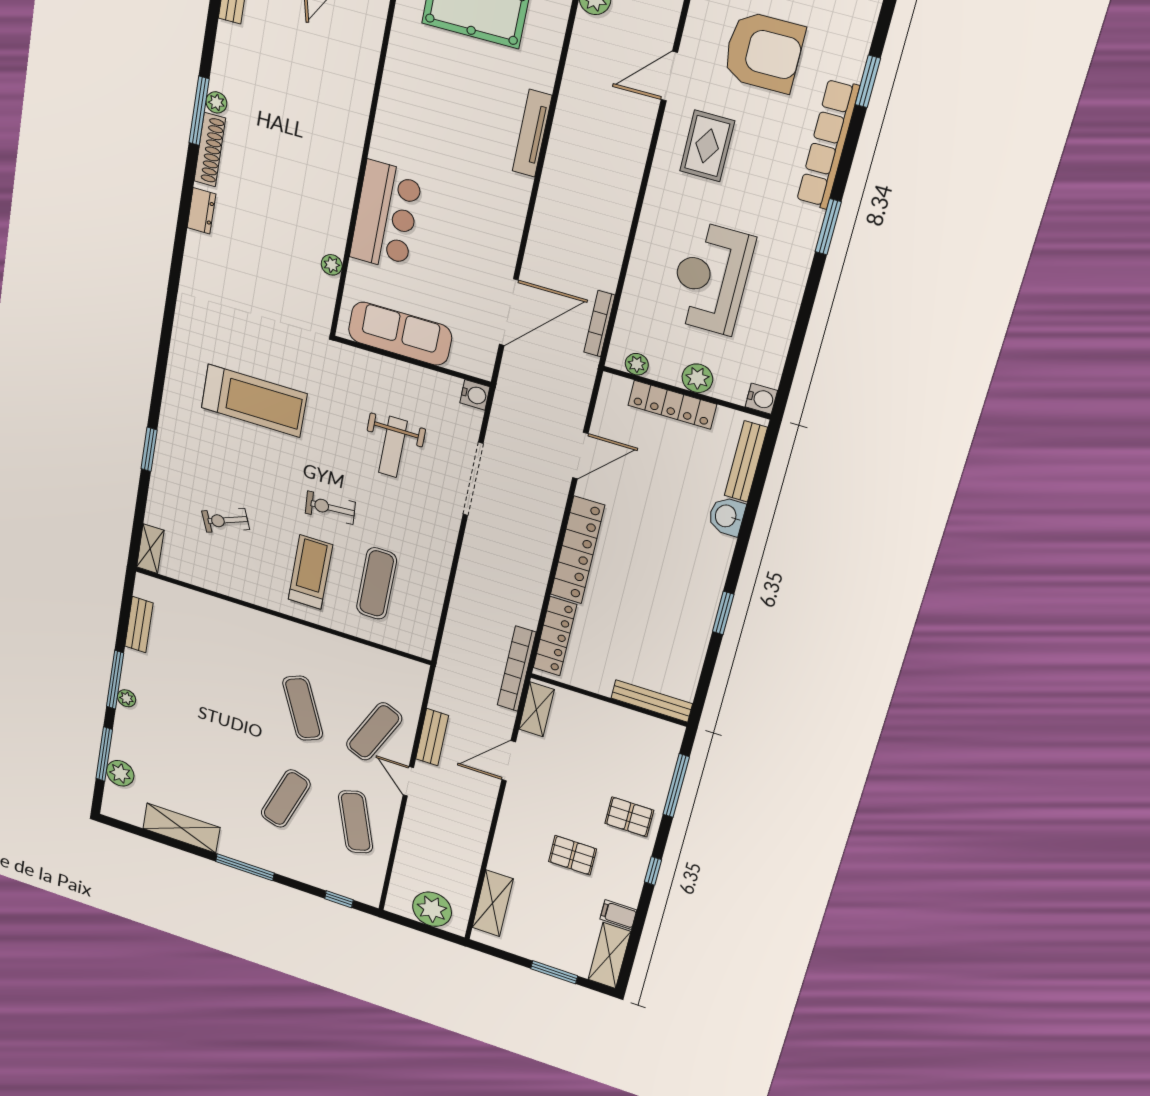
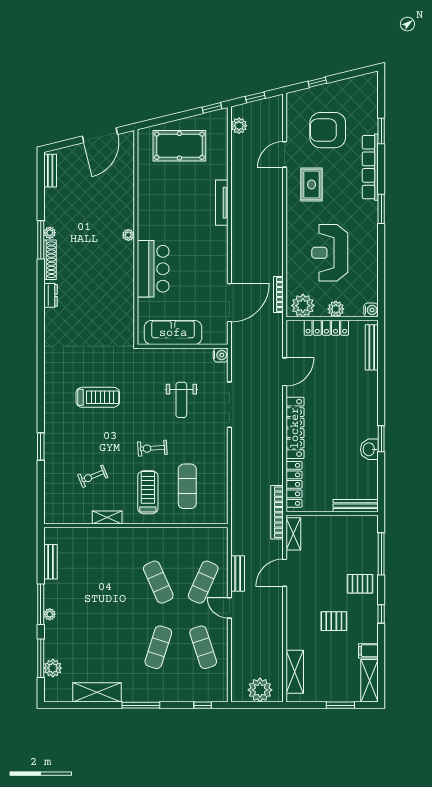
armchair: (763, 52) -> (328, 130), turned 180
plant: (332, 265) -> (128, 235), moved
plant: (637, 364) -> (303, 306), width x1.87, depth x1.87
treadmill: (254, 401) -> (98, 397), width x0.73, depth x0.73
washbasin: (727, 516) -> (369, 449), moved
shelving: (150, 549) -> (107, 518), moved, turned 90

